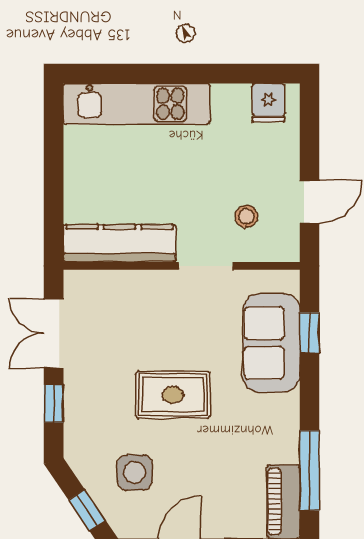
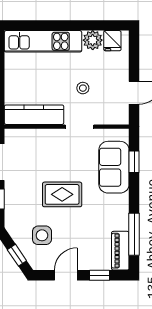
plant: (231, 102) -> (93, 40), added
stool: (246, 216) -> (83, 88), moved

